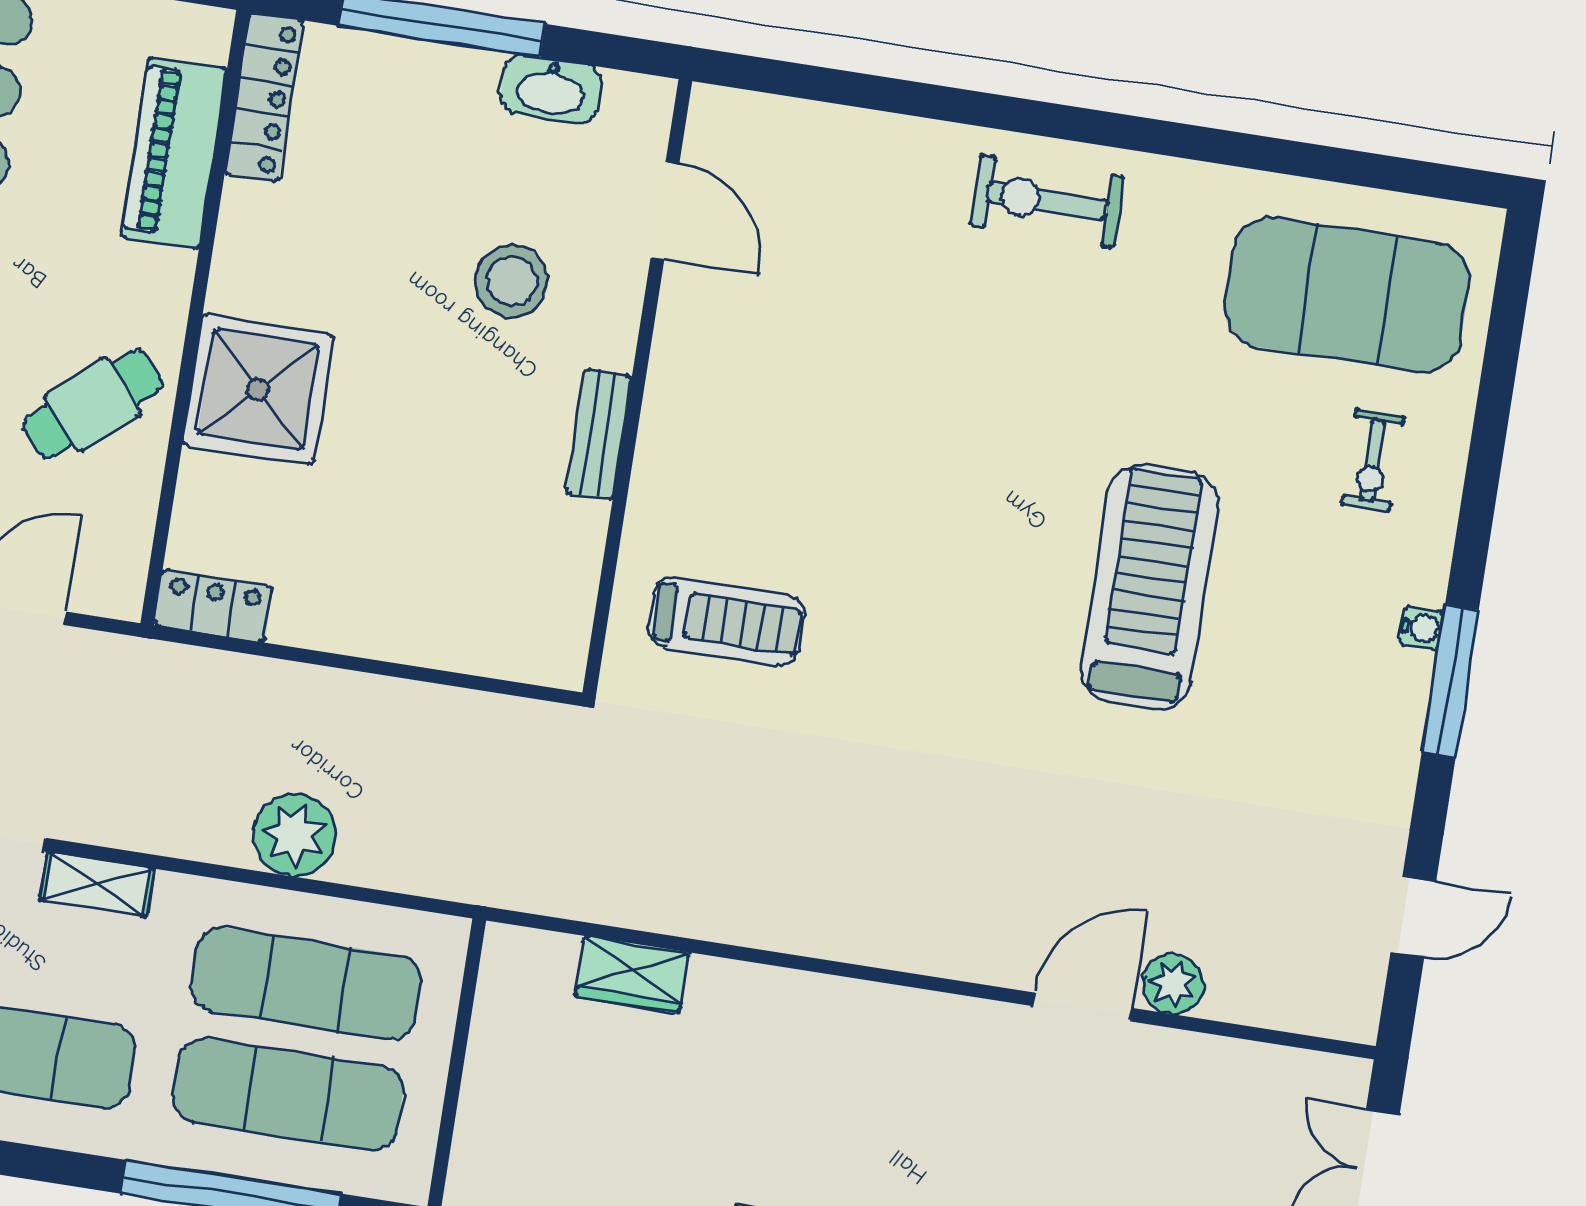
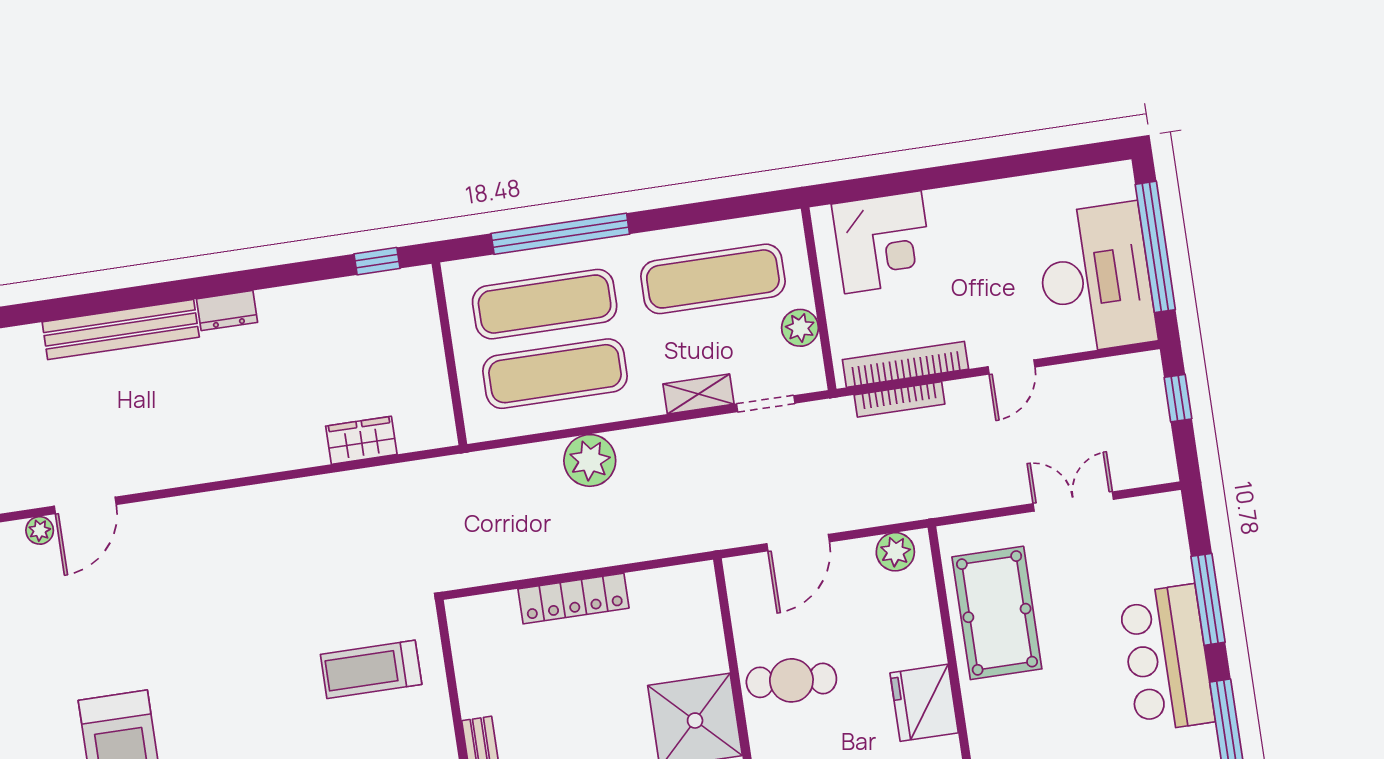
cafe table: (92, 404) -> (791, 680), turned 46
locker: (213, 606) -> (573, 598), moved, width x1.53
plant: (1173, 984) -> (40, 530), width x0.73, depth x0.73

